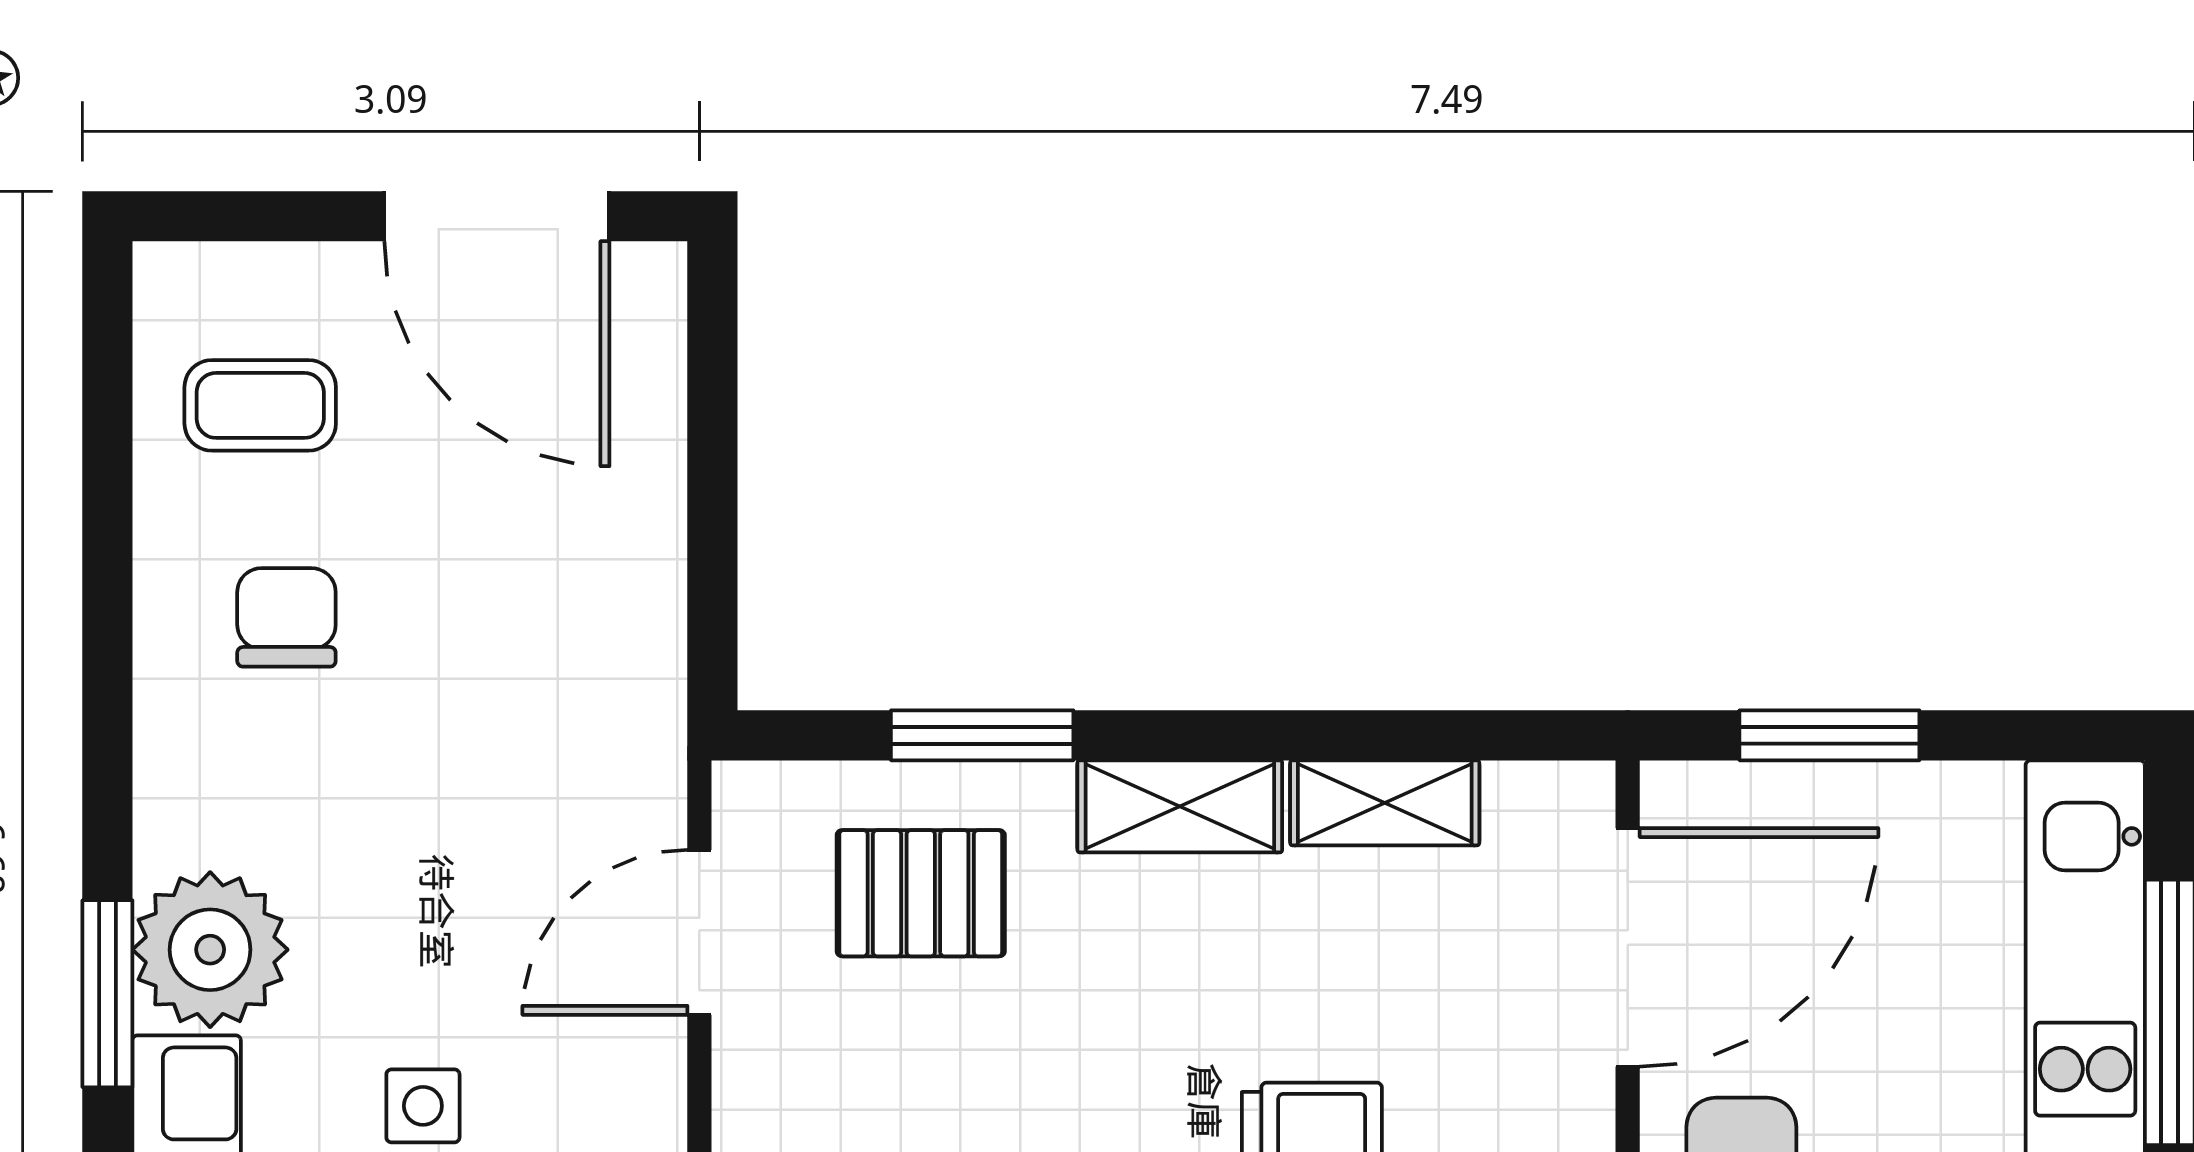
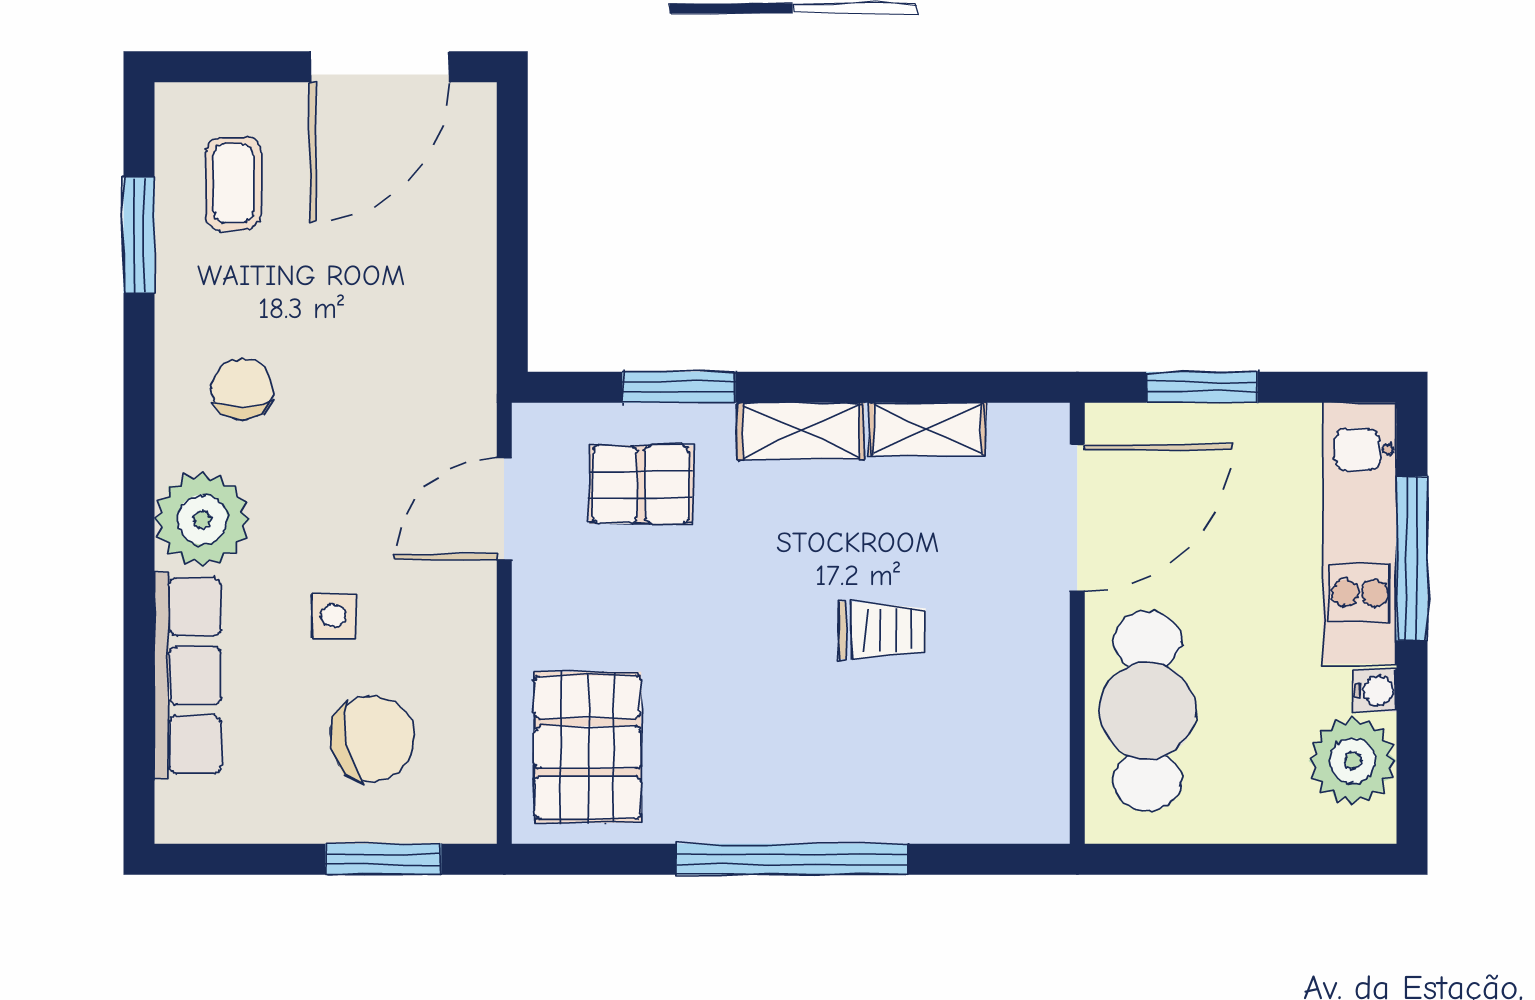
door: (497, 216) -> (379, 67), hinge flipped
coffee table: (260, 405) -> (233, 184), turned 90
chair: (286, 617) -> (242, 389), moved
window: (107, 994) -> (139, 235), moved

